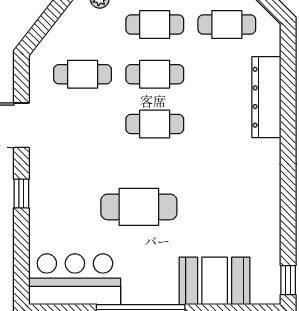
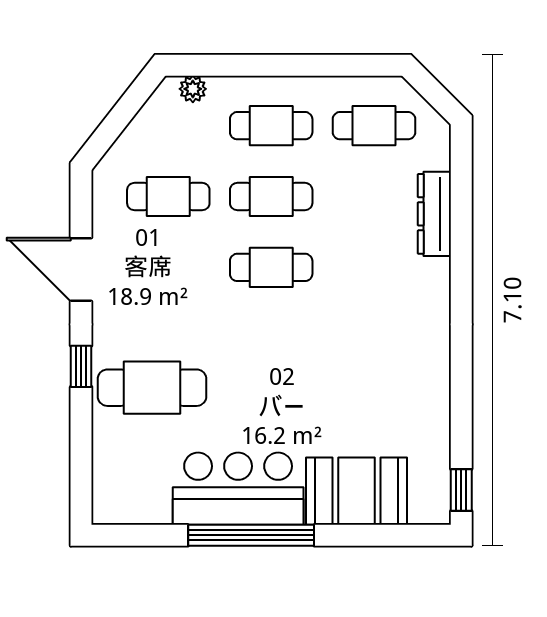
dresser: (266, 97) -> (434, 214), width x0.73, depth x0.80
cafe table: (139, 207) -> (152, 388), moved
bar counter: (75, 279) -> (238, 489), moved

